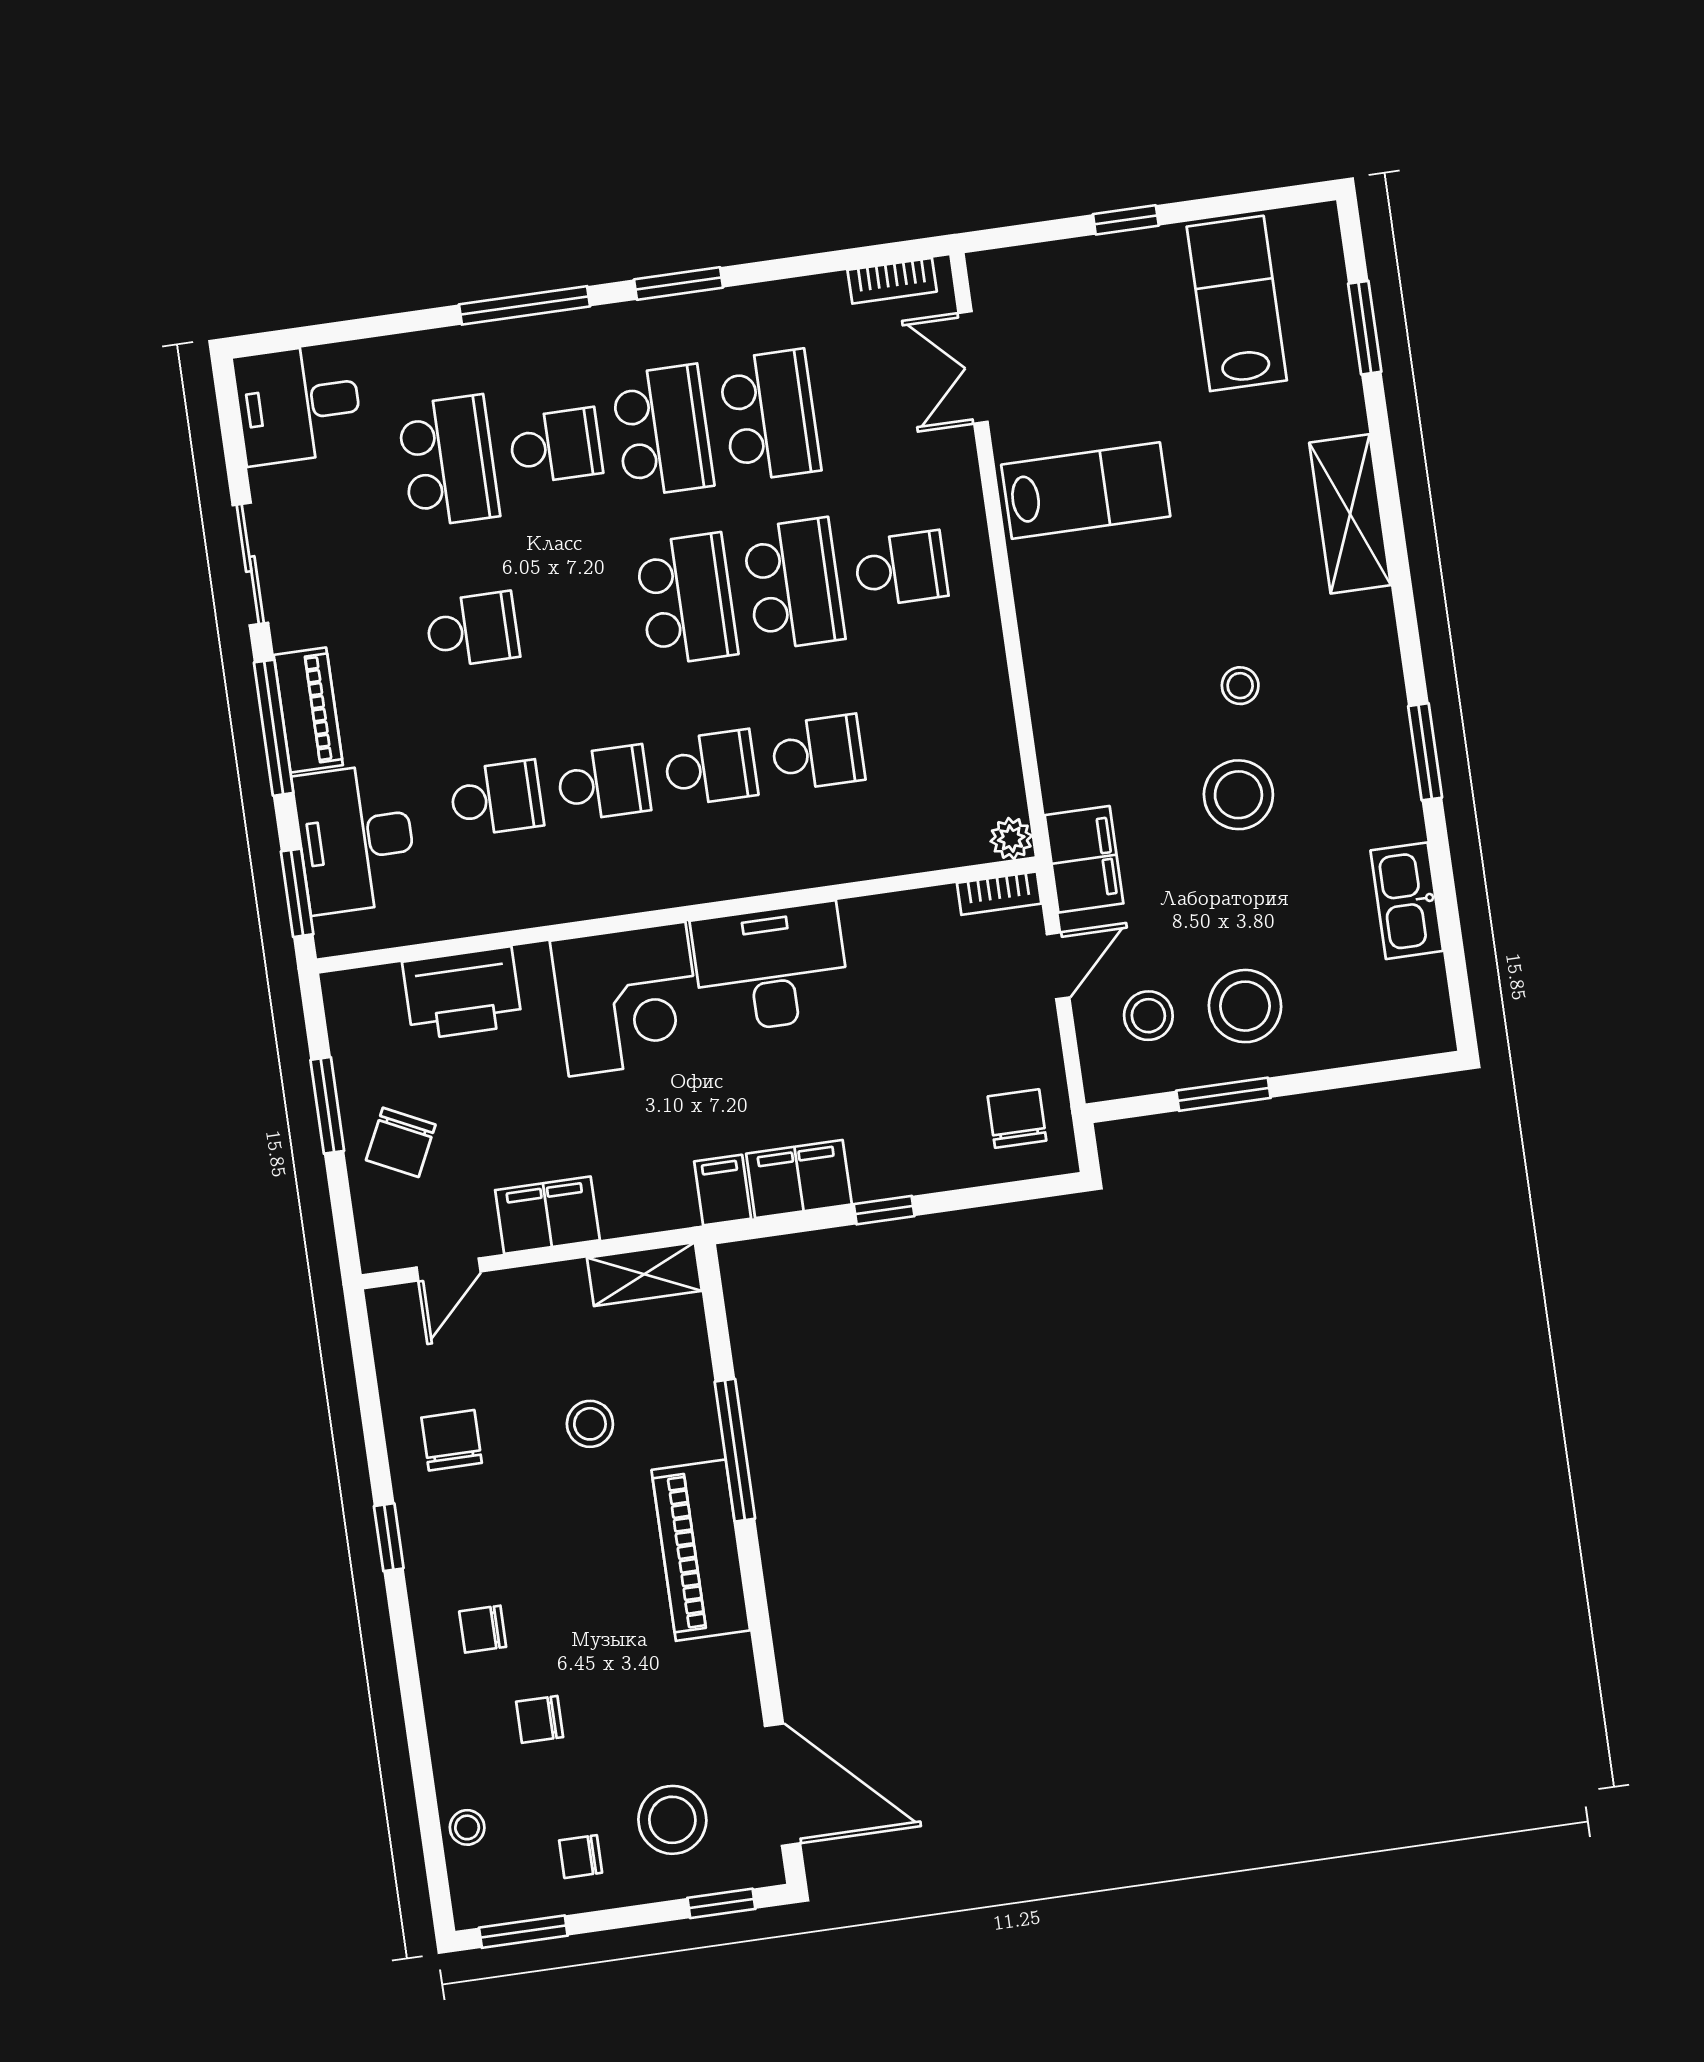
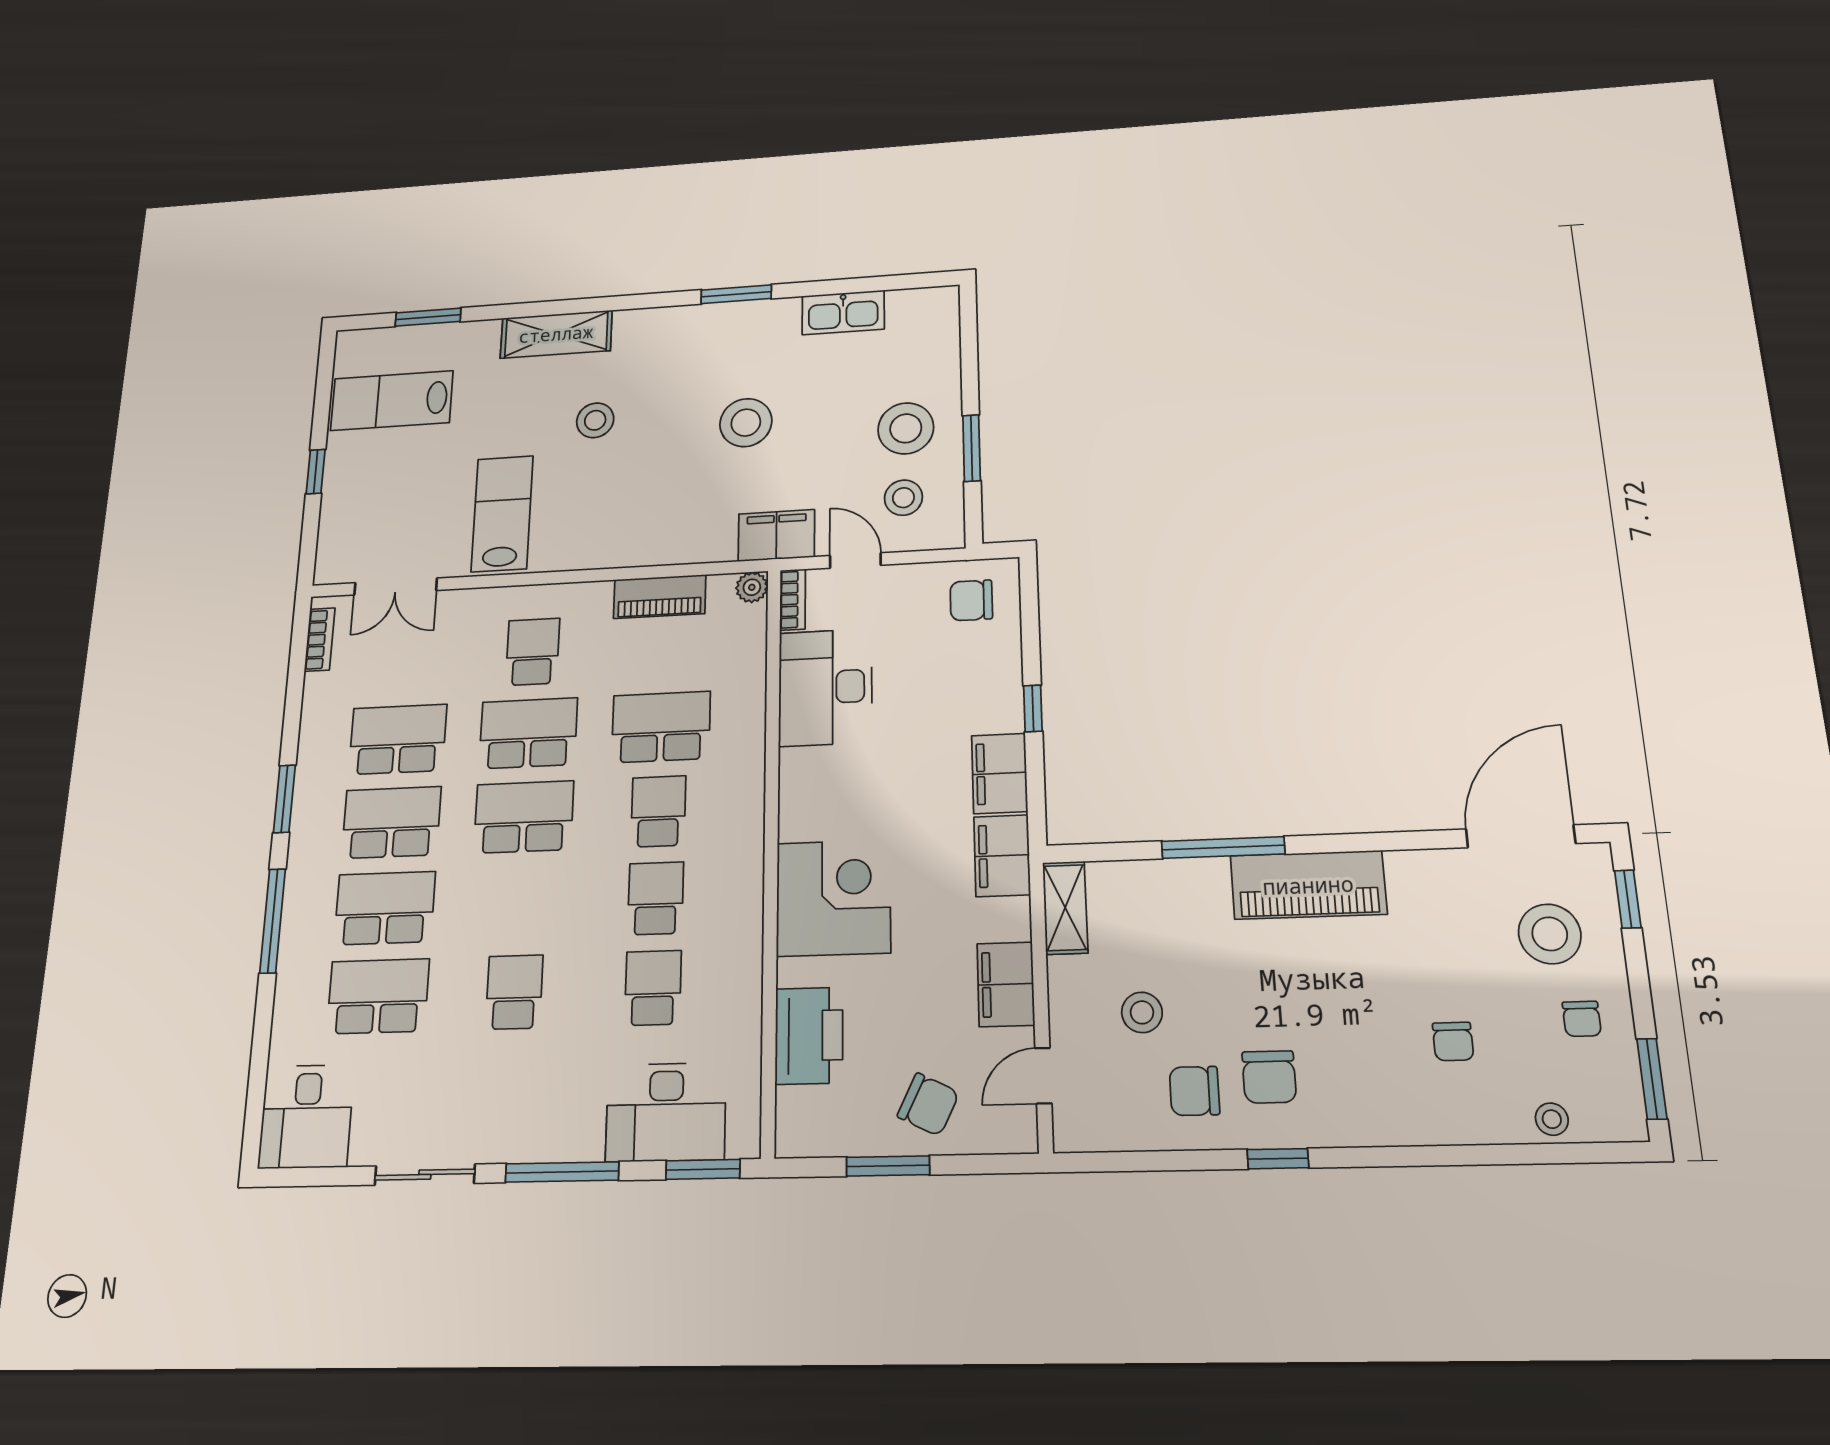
school desk: (555, 446) -> (385, 908), width x1.85
stool: (1240, 686) -> (595, 420), moved, width x1.37, depth x1.37
piano: (308, 710) -> (660, 597), moved, turned 180
school desk: (818, 753) -> (661, 727), width x1.85
desk: (771, 968) -> (825, 687), moved
filing cabinet: (723, 1190) -> (1002, 856), width x2.00
door: (449, 1269) -> (1043, 1076), swing flipped
stool: (590, 1424) -> (1142, 1012), moved
chair: (483, 1629) -> (1269, 1077), moved, width x1.37, depth x1.37

